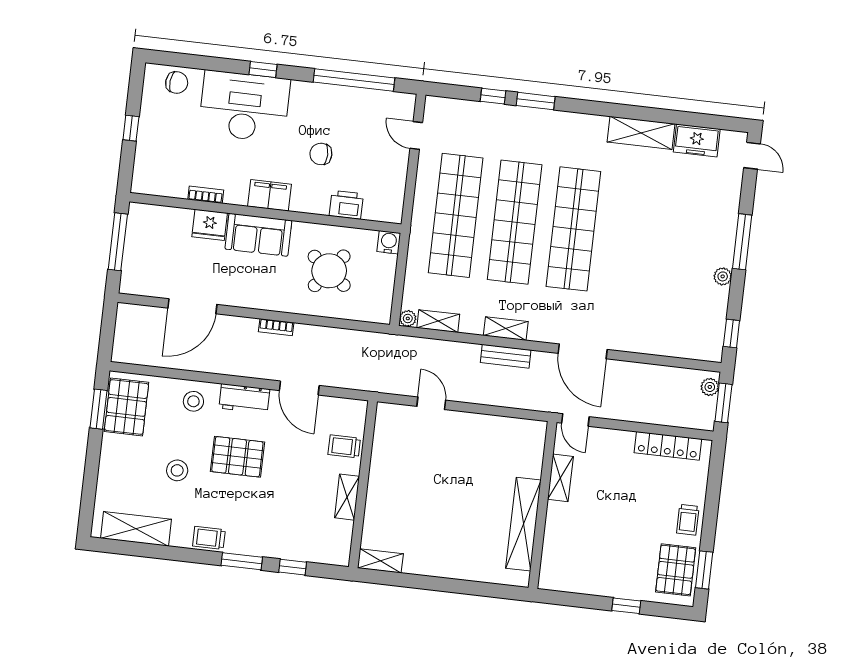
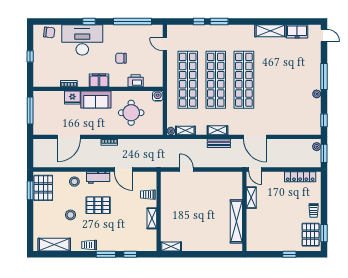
round table: (329, 271) -> (131, 113), turned -38

